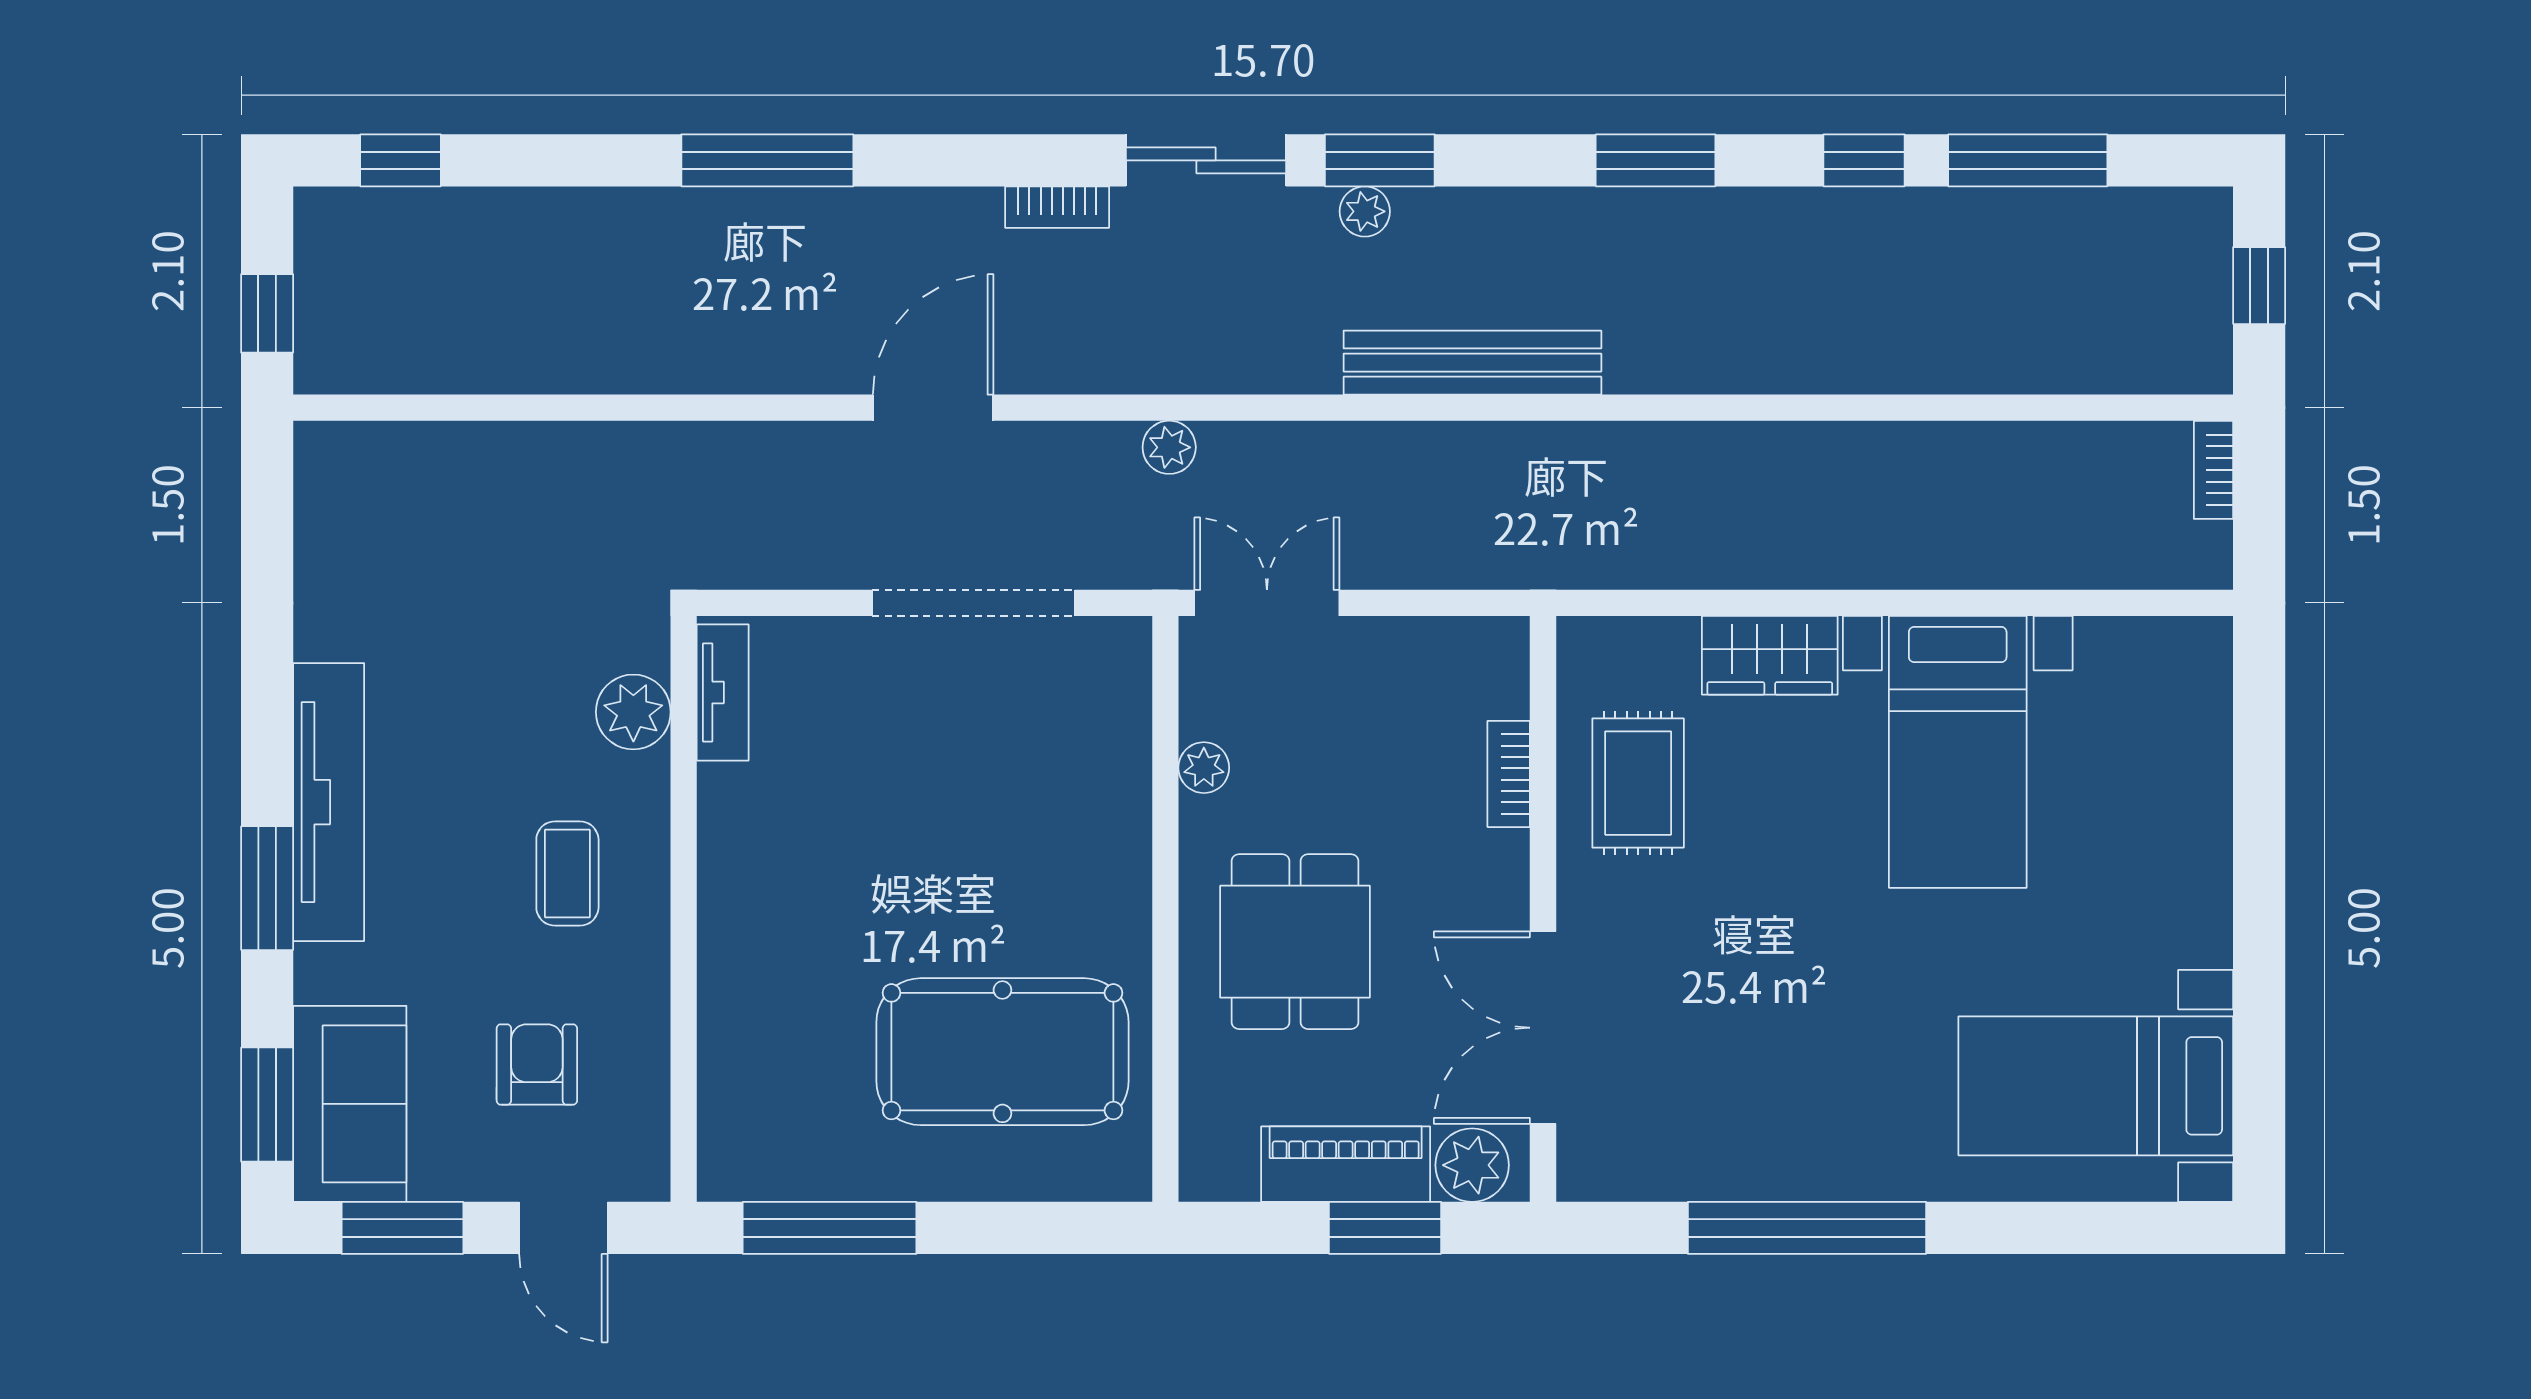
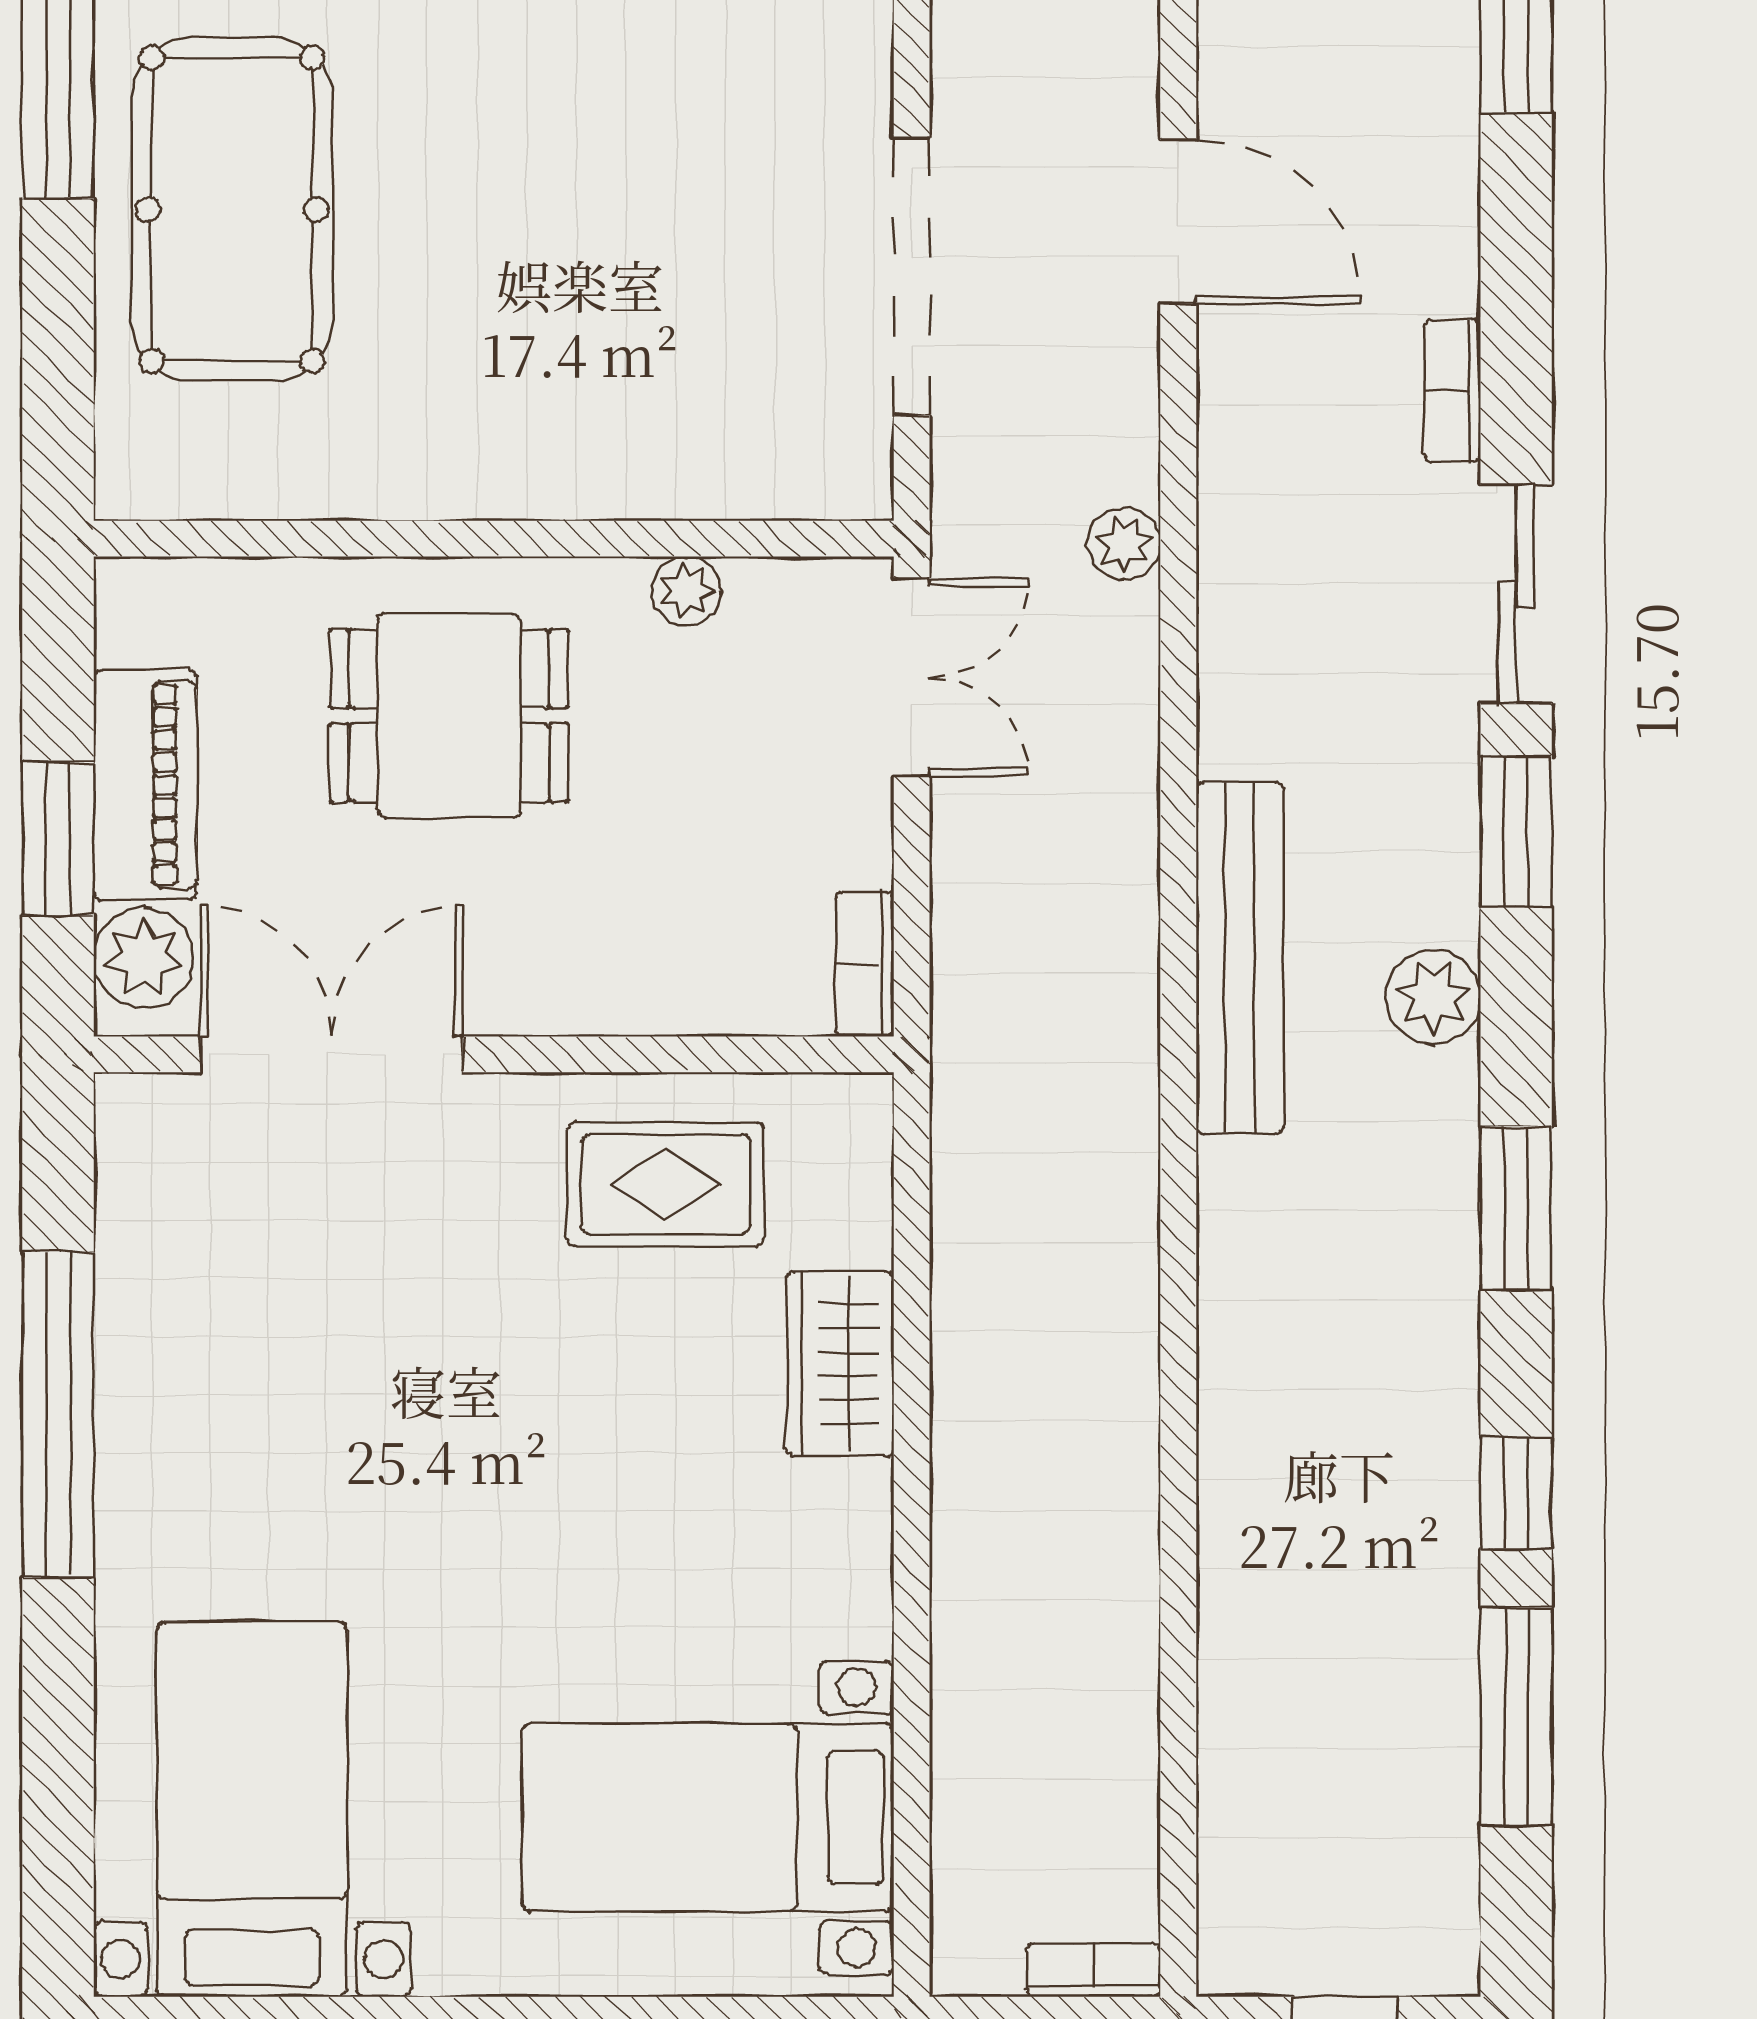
plant: (1365, 211) -> (1433, 997), moved, width x1.38, depth x1.38
bed with nightstands: (1958, 752) -> (708, 1818), moved
bookcase: (1509, 774) -> (865, 964), moved, turned -90
pool table: (1002, 1052) -> (232, 209), moved

